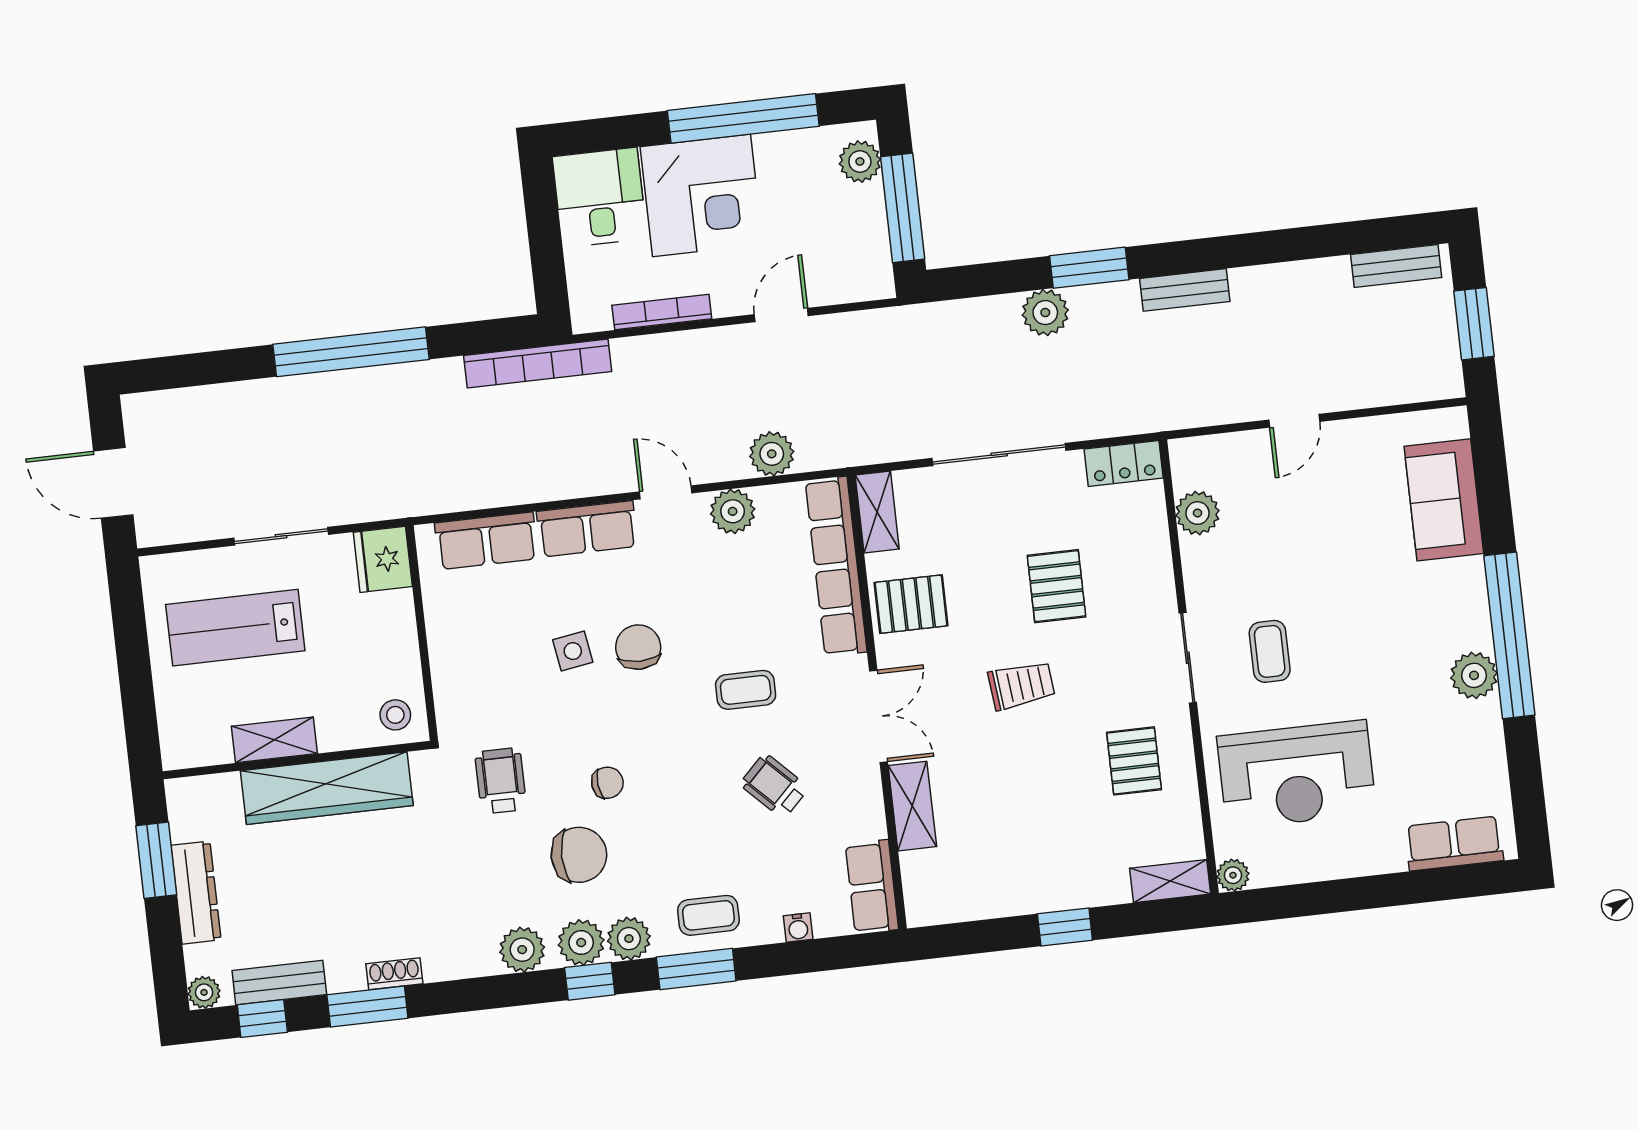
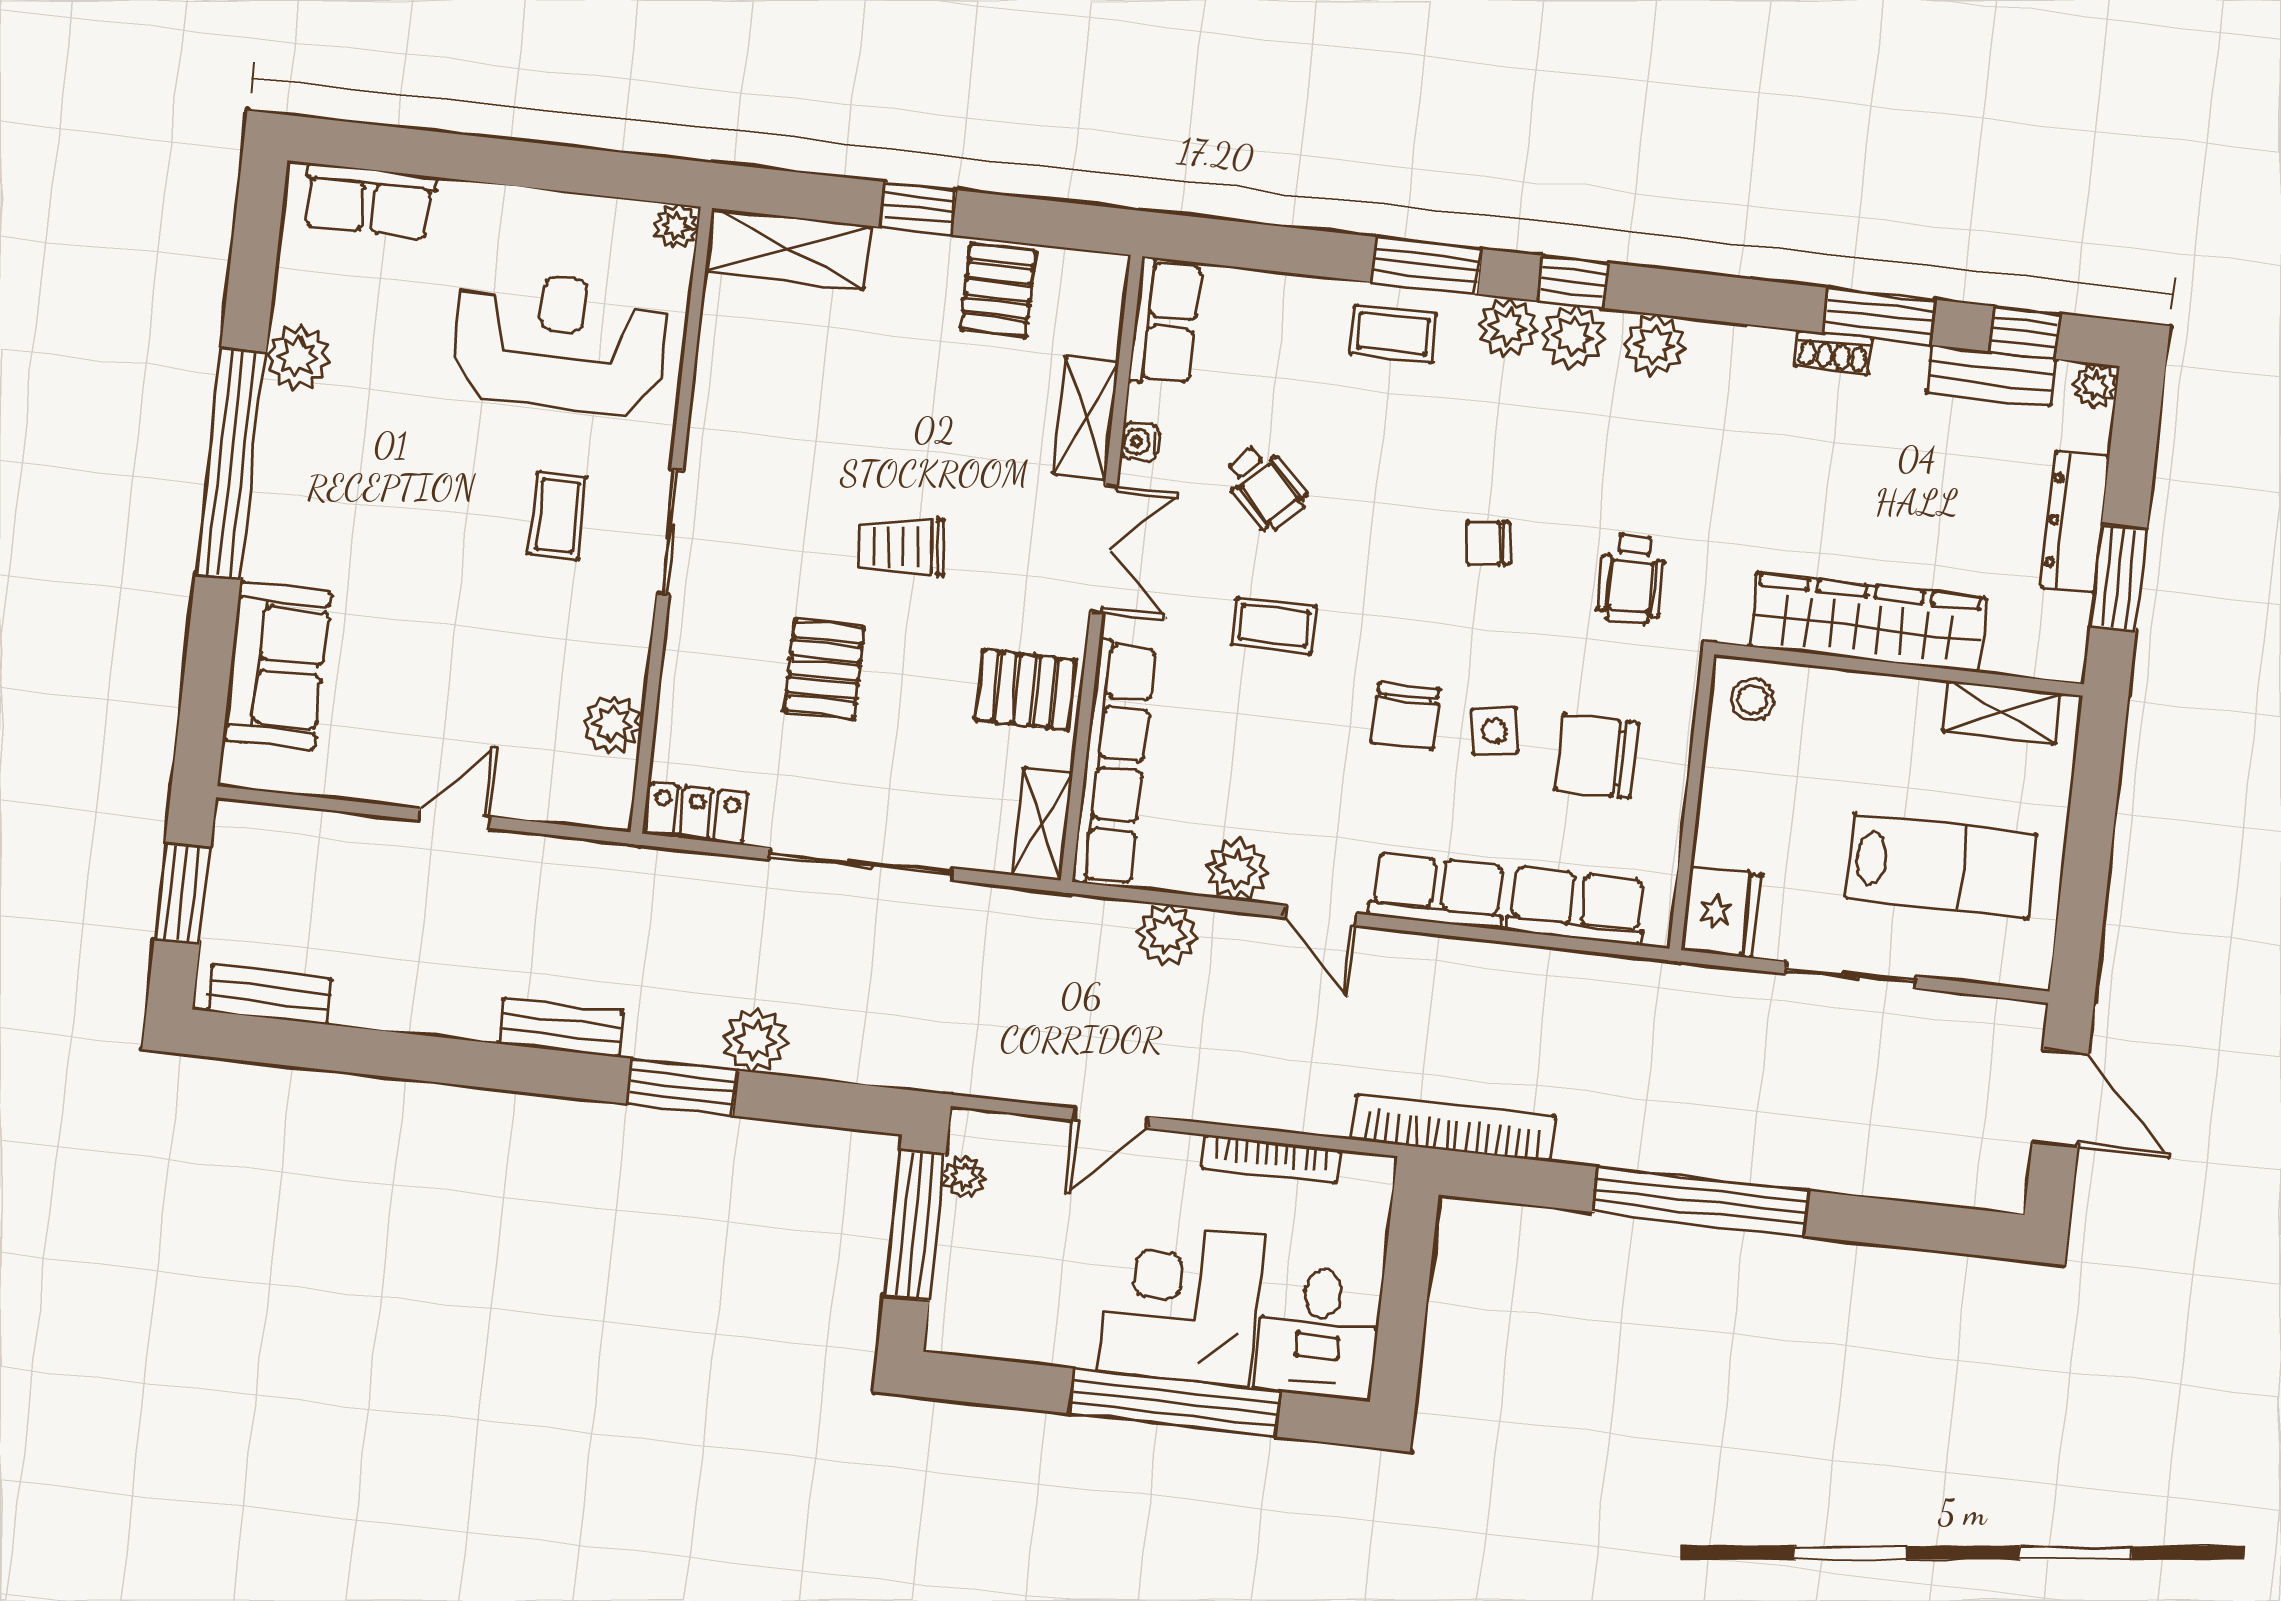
window: (743, 118) -> (1175, 1403), moved
plant: (860, 162) -> (964, 1177), moved, width x0.73, depth x0.73
plant: (1474, 675) -> (298, 357), moved
double door: (878, 716) -> (1104, 549), swing flipped
shelving: (274, 740) -> (2002, 712), moved
pallet: (1134, 761) -> (998, 290), moved
chair: (579, 855) -> (1597, 756), moved
shelving: (1170, 881) -> (788, 249), width x1.50, depth x1.33
water cooler: (798, 928) -> (1140, 442), moved, turned -90

